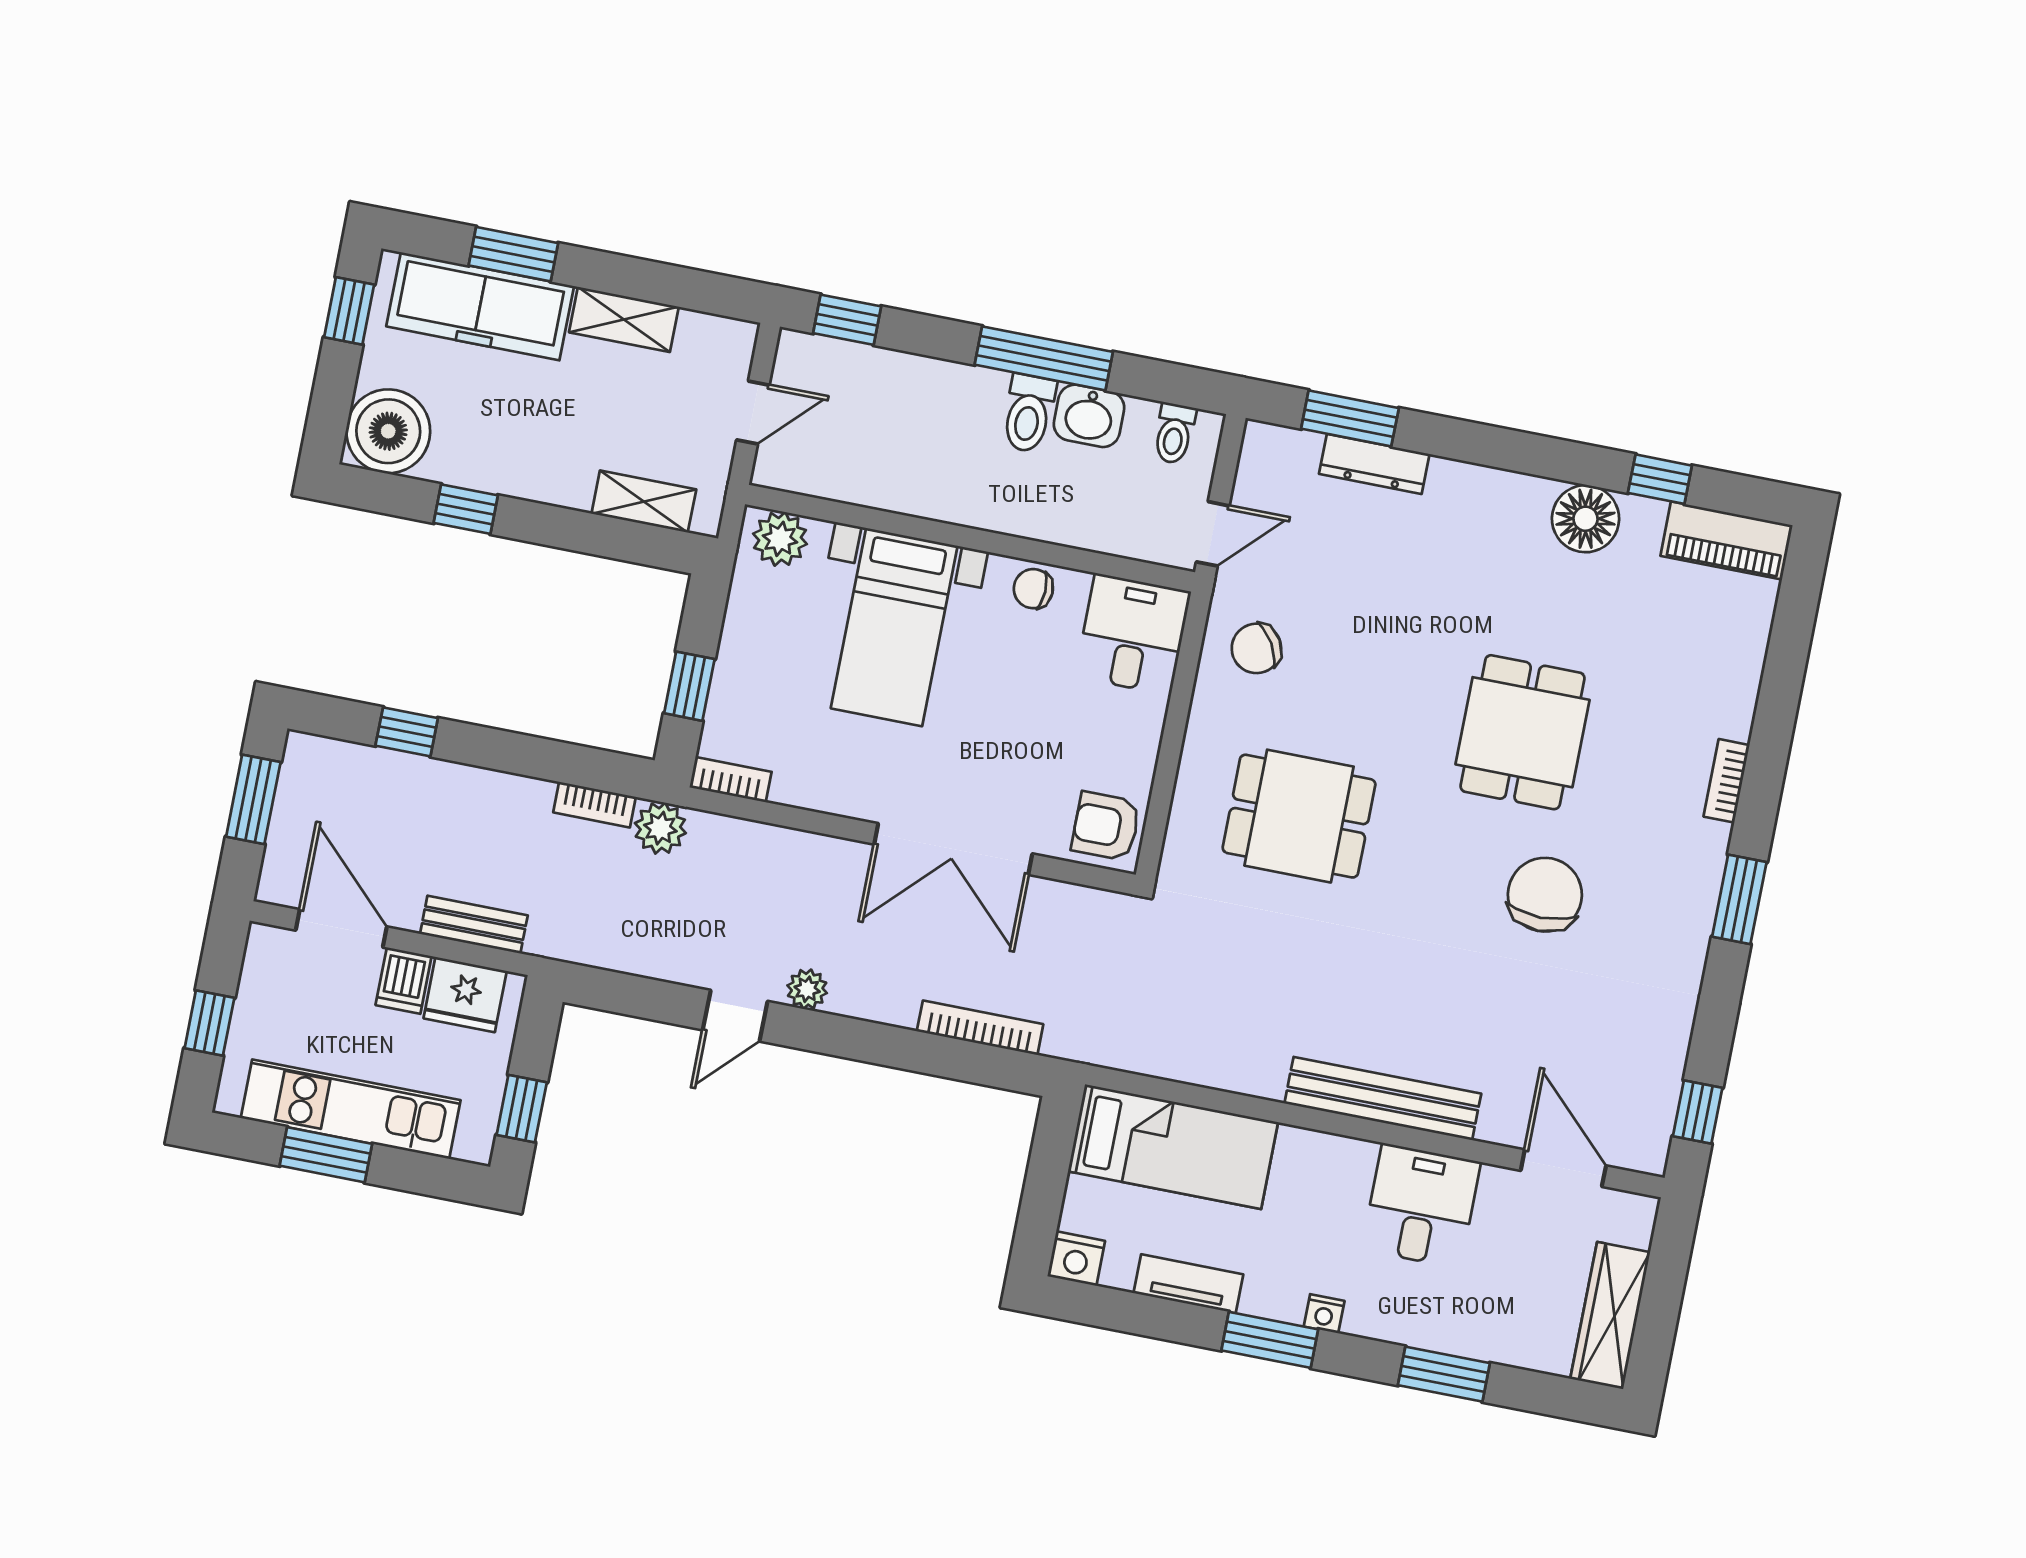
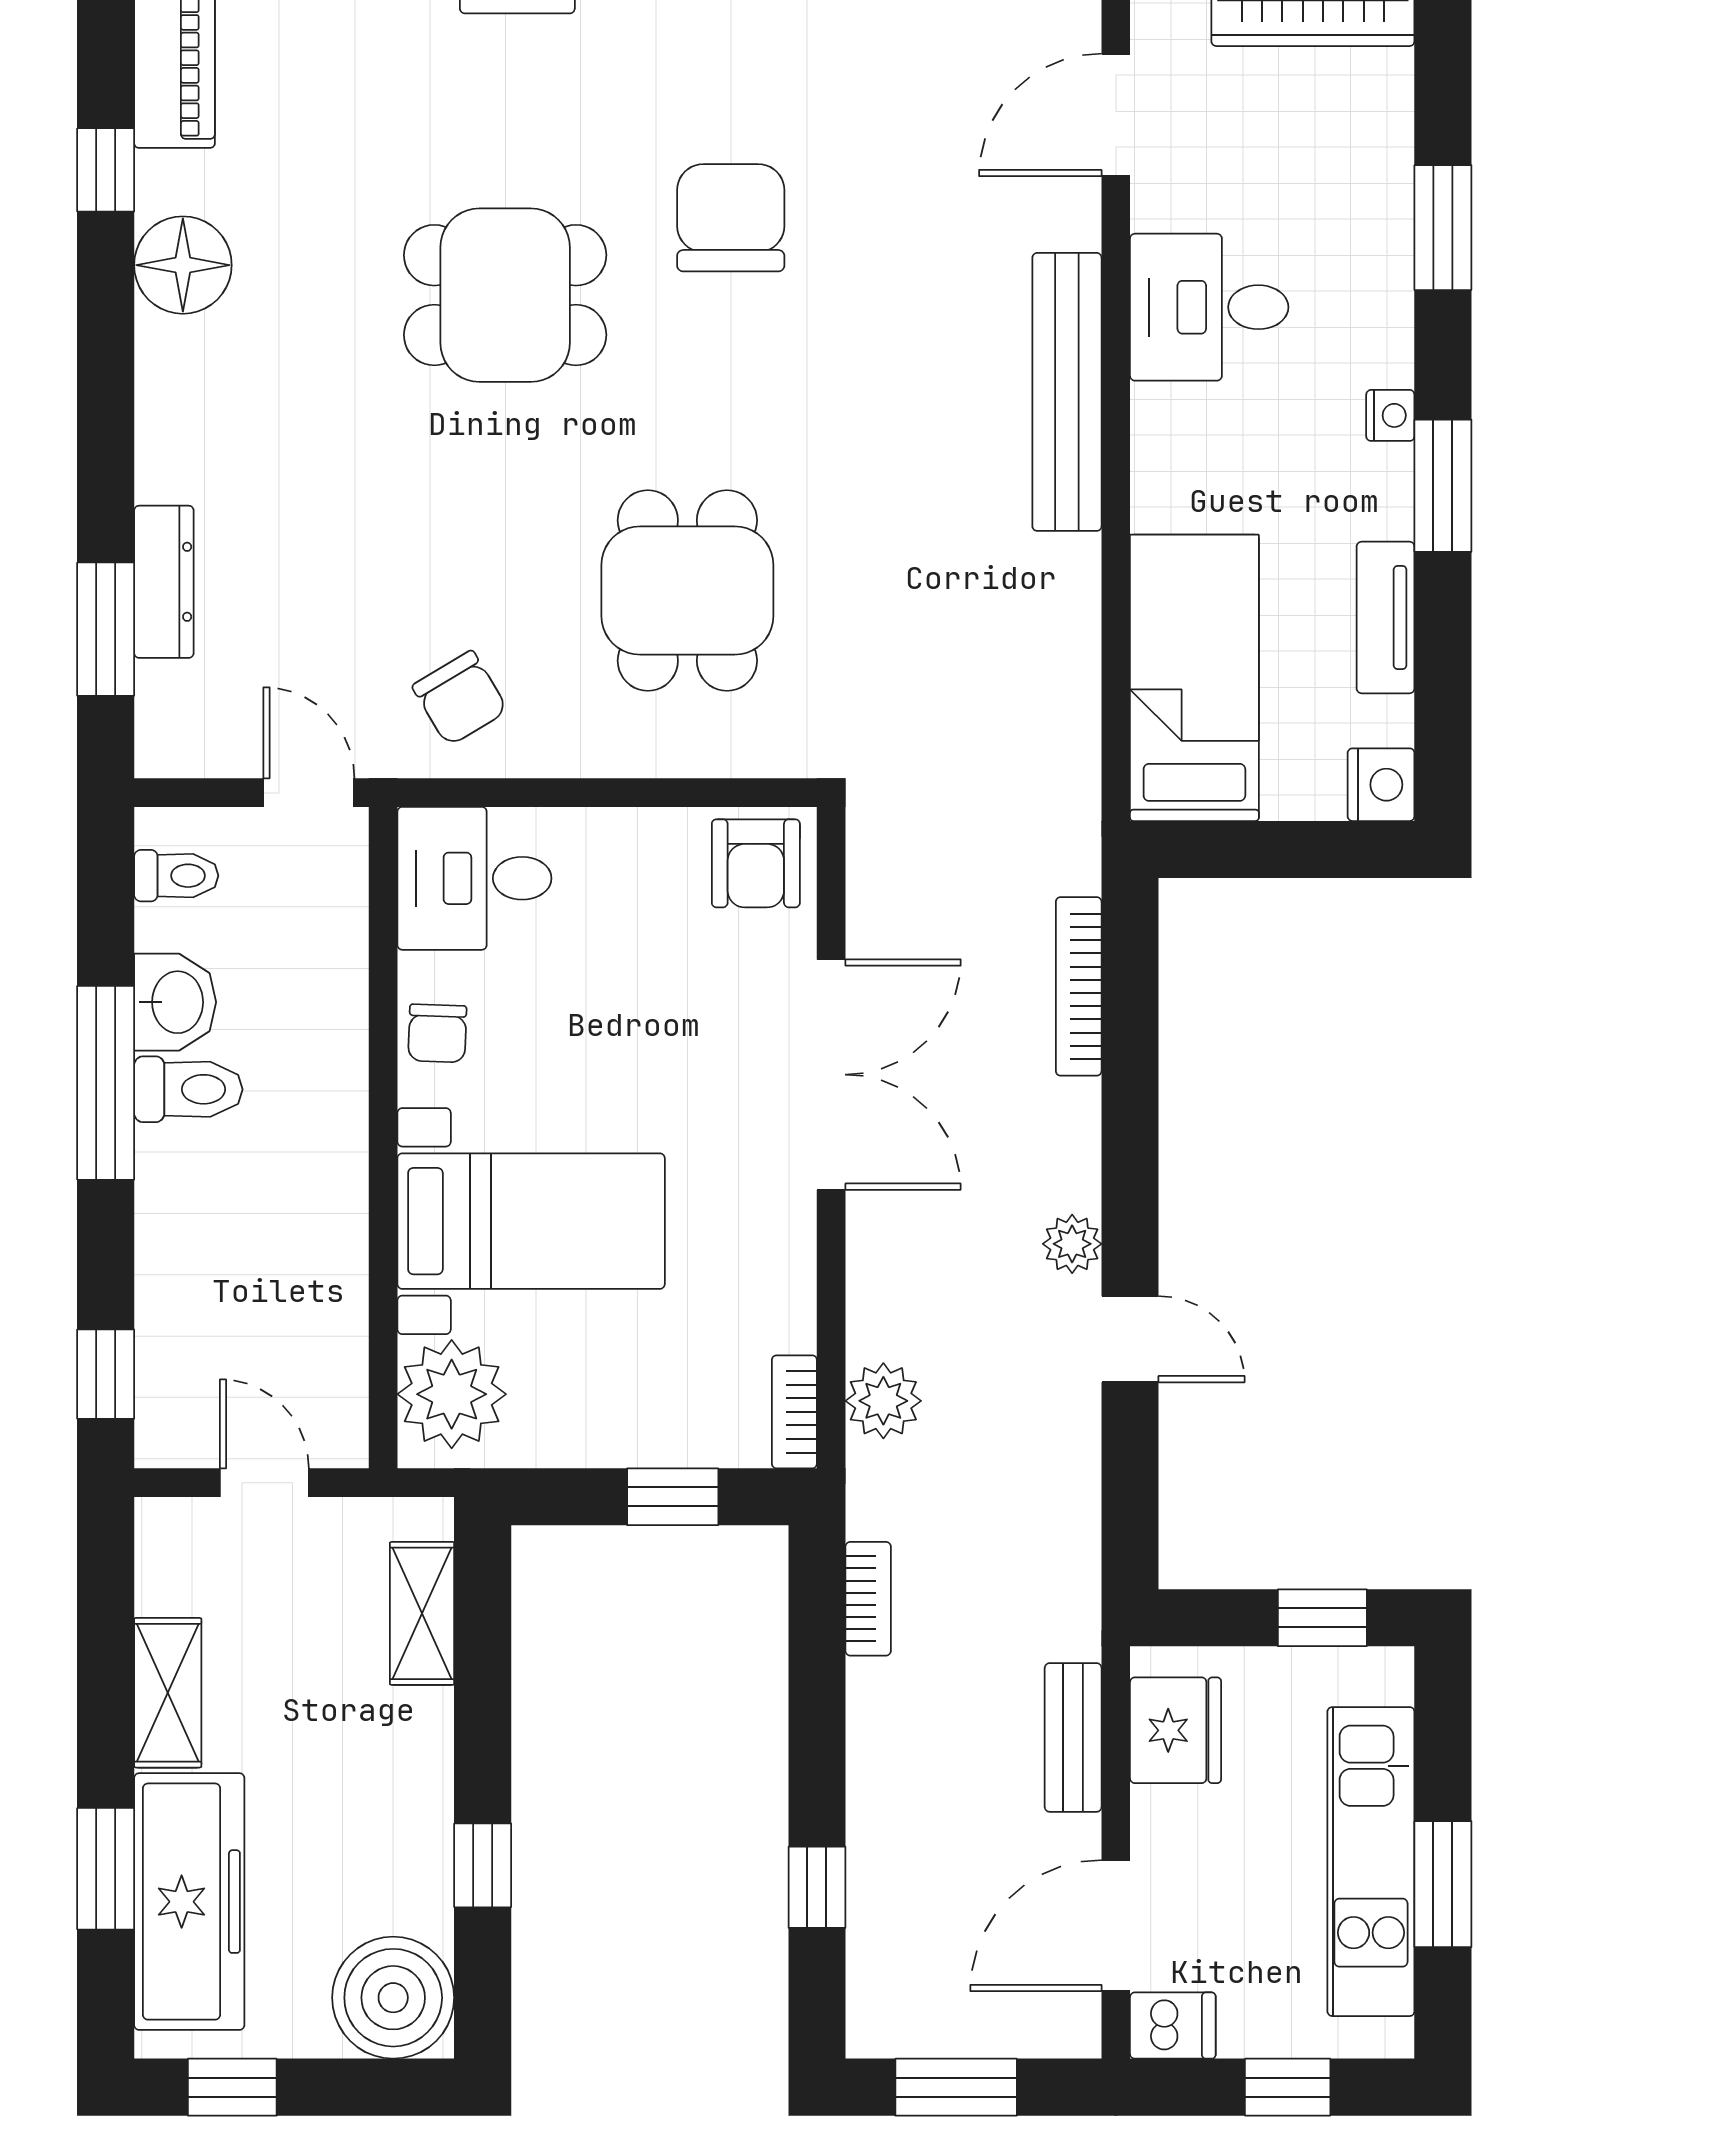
plant: (780, 539) -> (452, 1394), width x1.36, depth x1.36
plant: (660, 828) -> (883, 1401), moved
chair: (1545, 895) -> (731, 218), turned 90
dishwasher: (404, 981) -> (1173, 2026), moved

